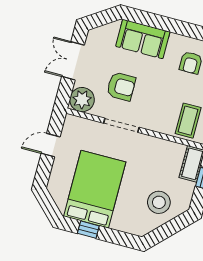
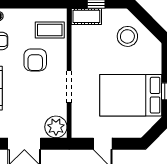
armchair: (121, 86) -> (35, 60), moved, turned 180

